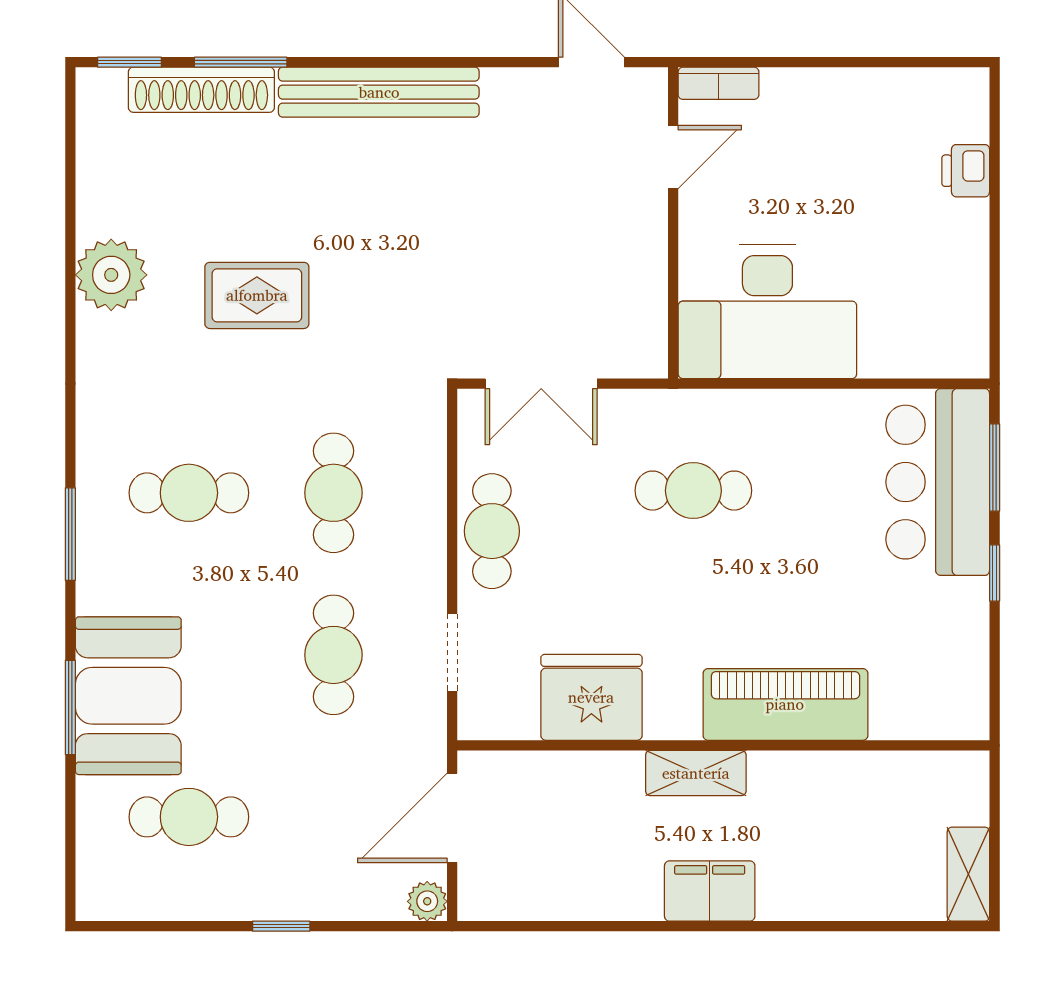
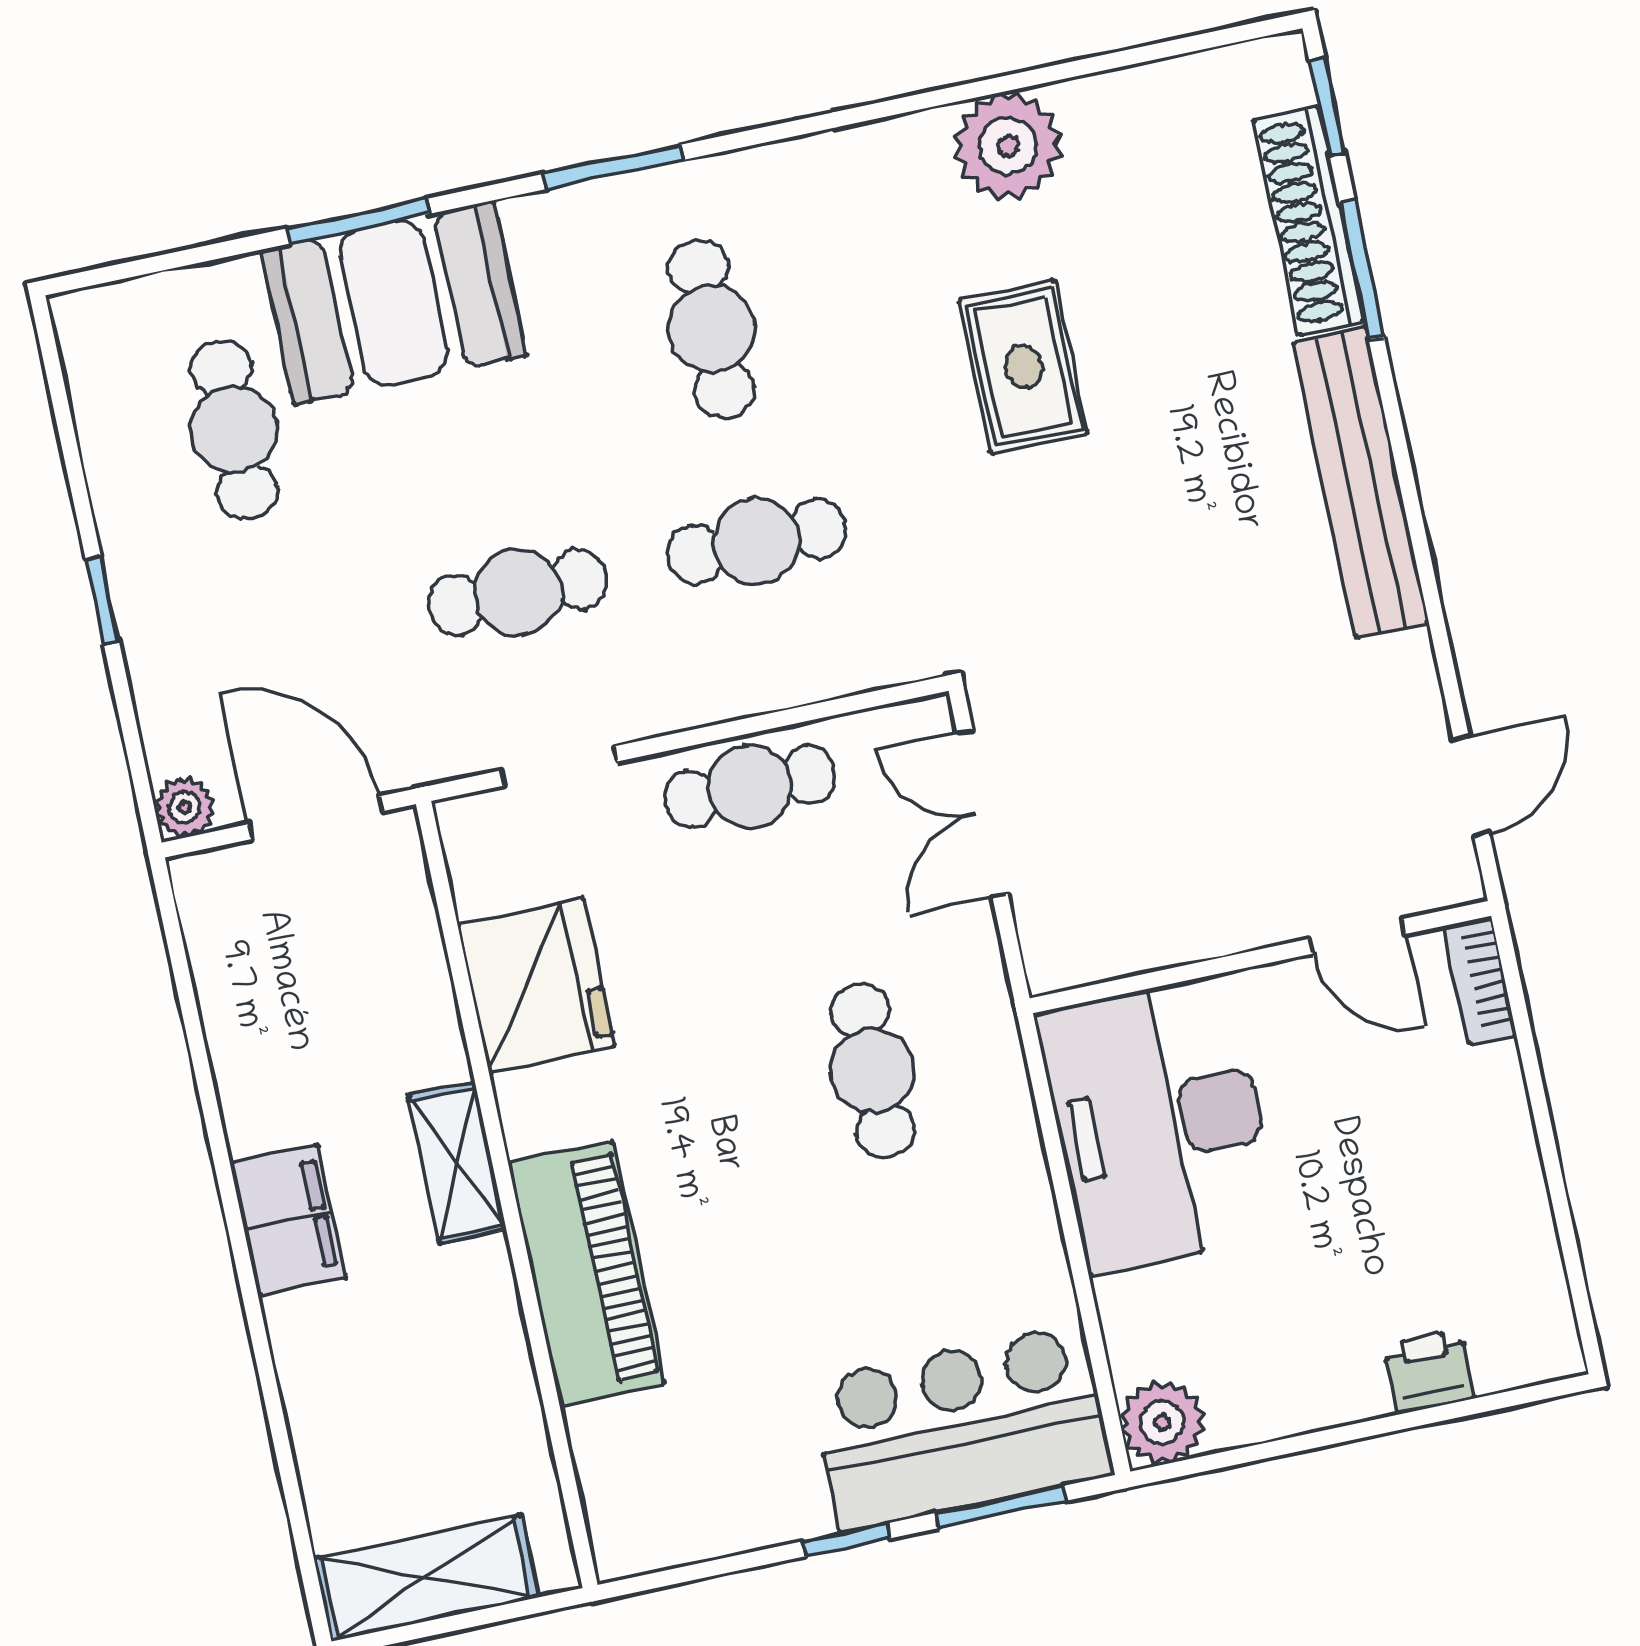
plant: (962, 351) -> (1162, 1422), added
shelving: (968, 874) -> (426, 1578), width x1.50, depth x1.33

